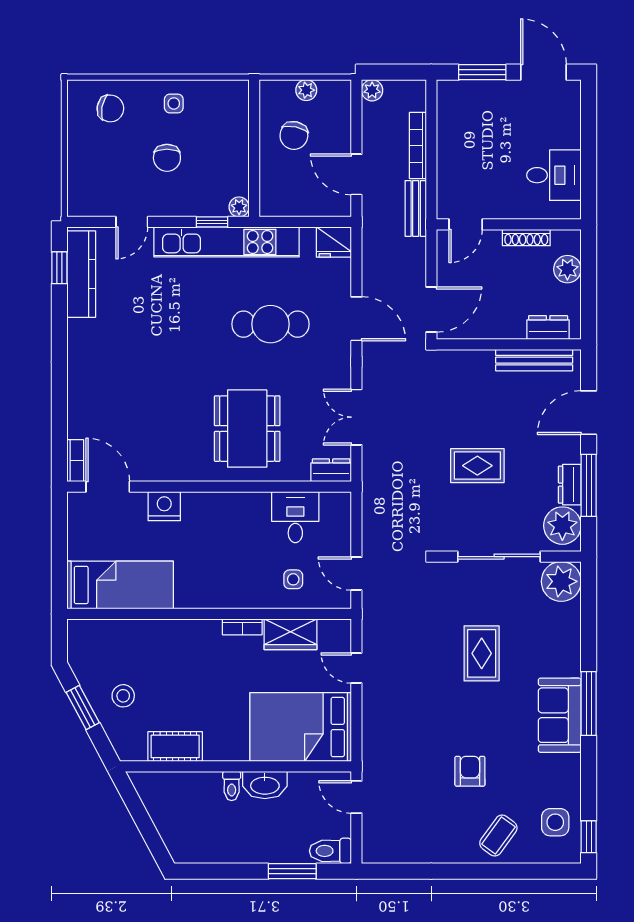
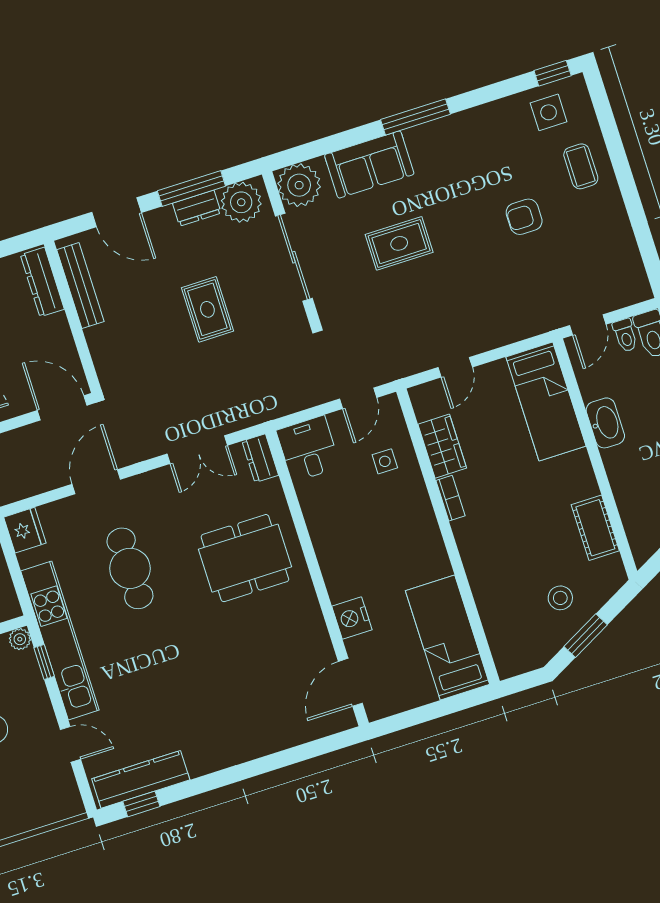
dresser: (548, 327) -> (42, 282), width x1.44
bookcase: (75, 461) -> (334, 724), removed
desk: (295, 517) -> (308, 449), moved, turned 90
sofa: (560, 715) -> (369, 164), moved
bed: (301, 727) -> (546, 401), width x0.67
toilet: (232, 786) -> (625, 335), moved, turned 90
coffee table: (498, 835) -> (581, 166), turned 54

